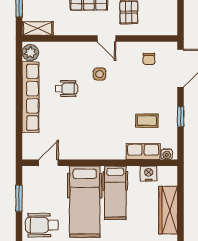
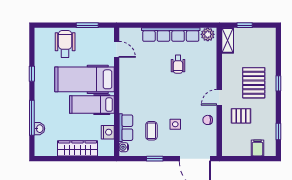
chair: (149, 59) -> (208, 120), moved
side table: (100, 74) -> (175, 124), moved

